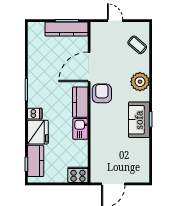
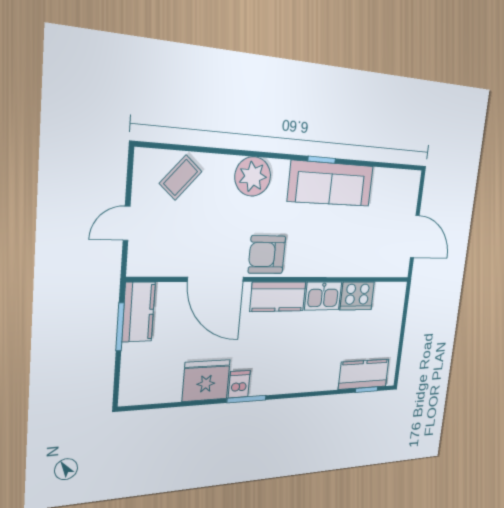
kitchen counter: (67, 29) -> (138, 312), width x0.67
dishwasher: (35, 114) -> (239, 384), moved
sofa: (139, 120) -> (331, 184), width x1.36
fridge: (38, 132) -> (206, 381), moved
cooker: (78, 175) -> (357, 296), moved, turned -90

